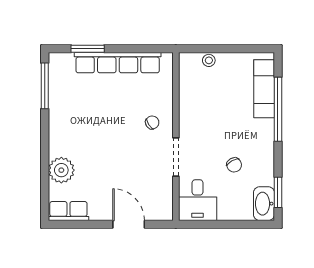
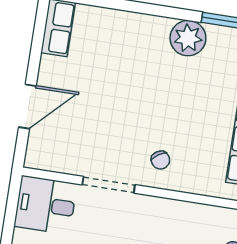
plant: (61, 170) -> (188, 38), moved

